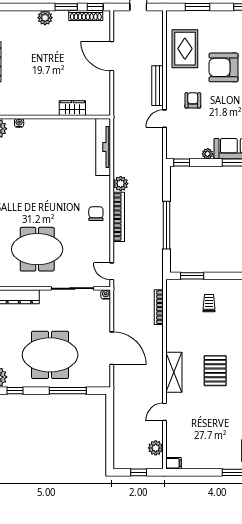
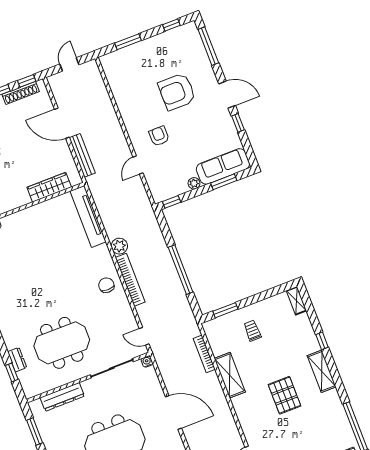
rug: (185, 49) -> (131, 88), removed
bench: (158, 86) -> (82, 155), moved
wardrobe: (72, 108) -> (49, 187), width x1.50
shelving: (174, 372) -> (230, 375), moved

